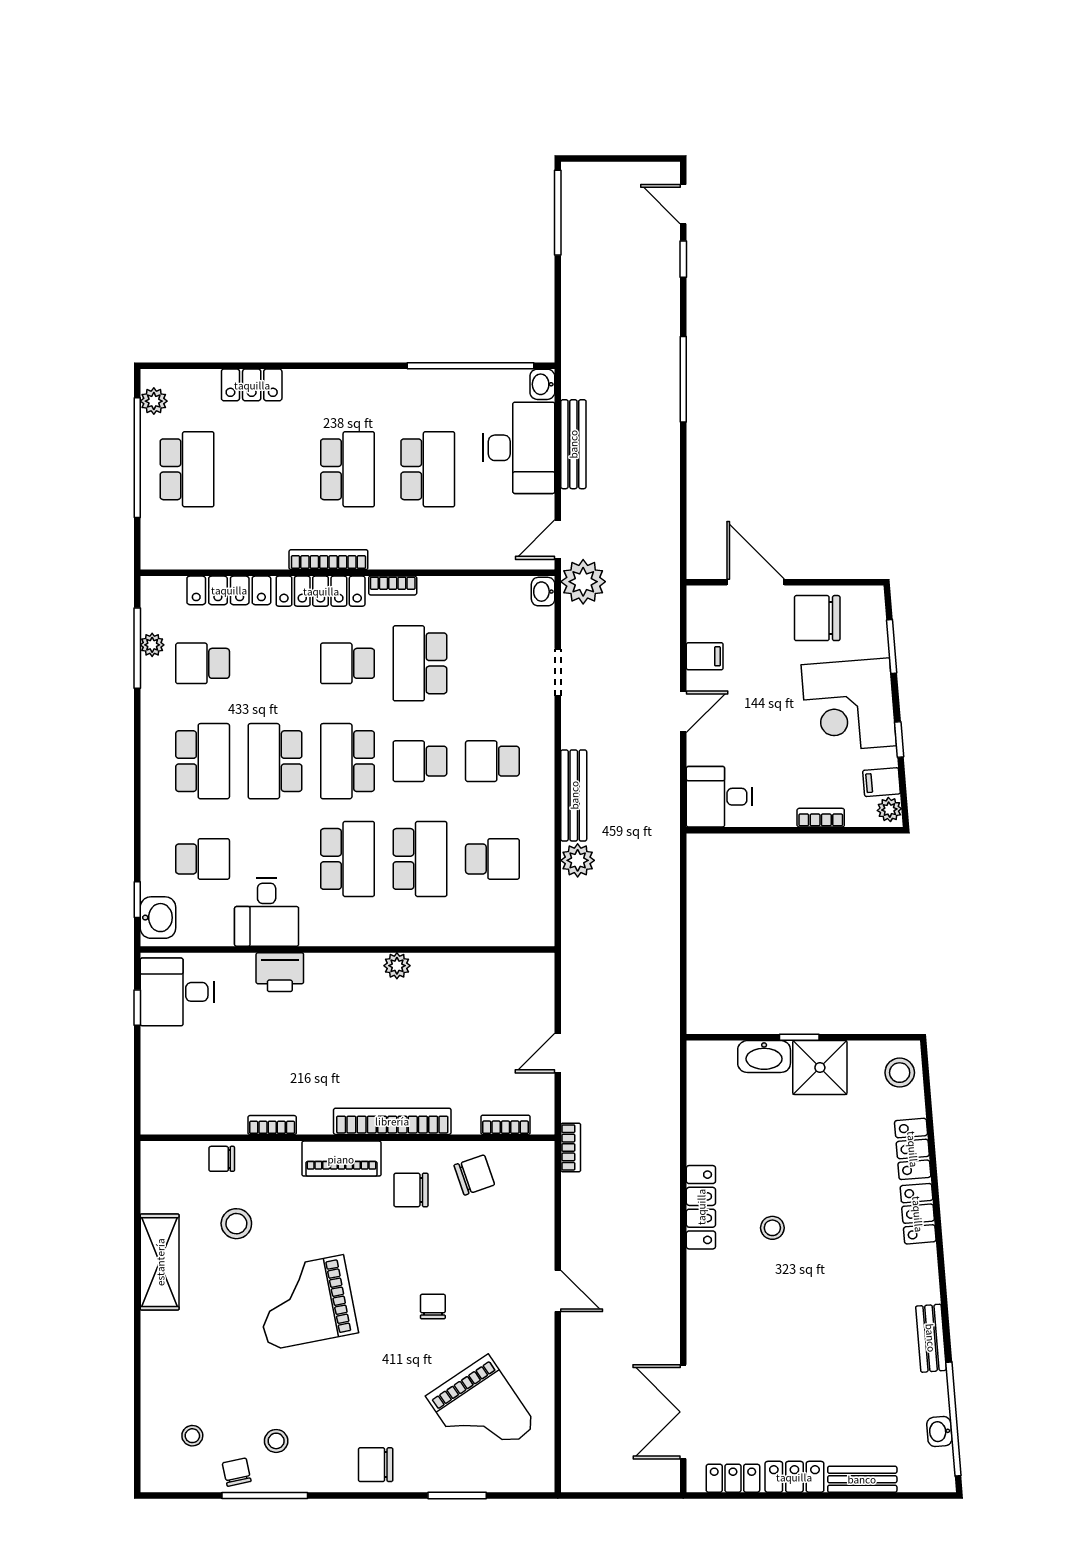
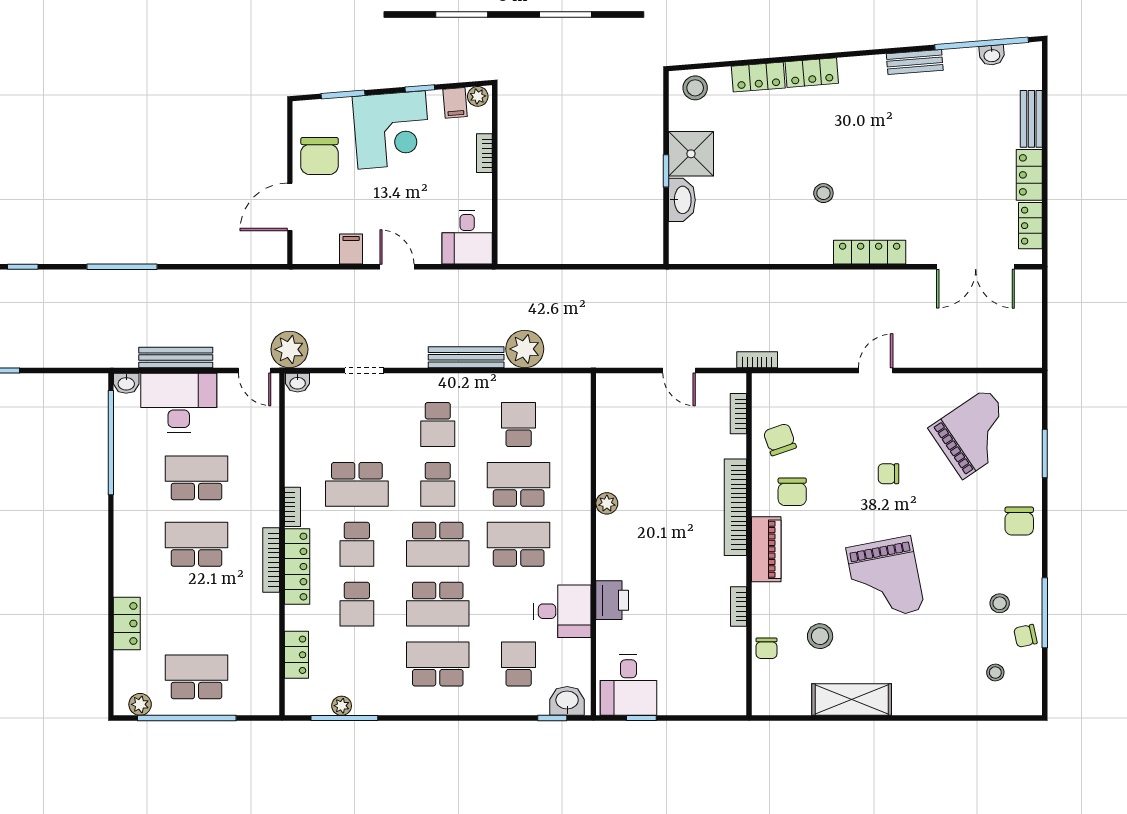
locker: (229, 590) -> (297, 655), width x0.66
school desk: (203, 663) -> (357, 604), moved
plant: (578, 860) -> (525, 349), width x1.36, depth x1.36
locker: (701, 1207) -> (870, 252), moved

